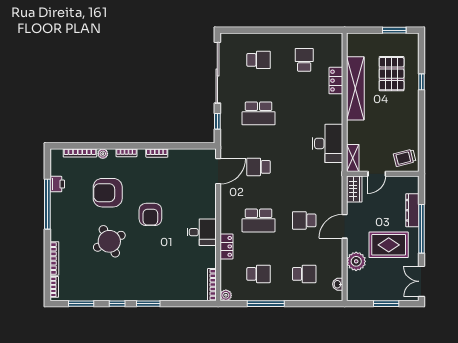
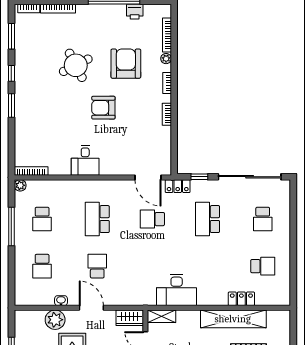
school desk: (259, 167) -> (152, 219), turned -90
locker: (227, 246) -> (178, 186), moved
washbasin: (338, 284) -> (61, 301), moved

